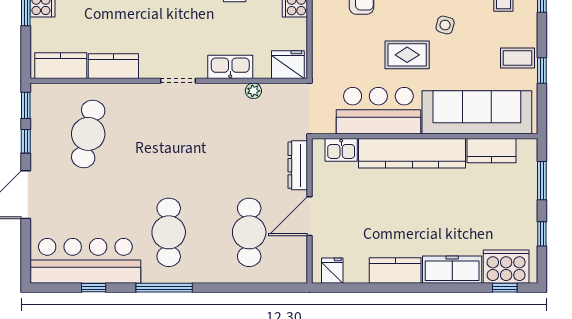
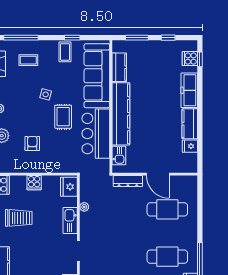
cooker: (506, 267) -> (190, 59), width x0.53, depth x0.76
fridge: (332, 271) -> (190, 146), moved

